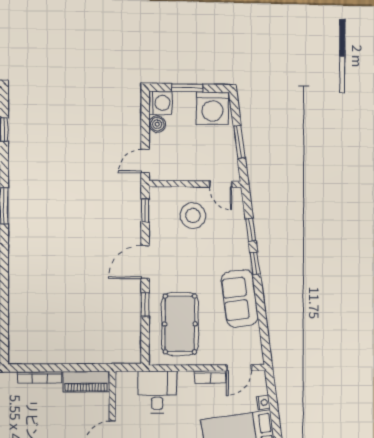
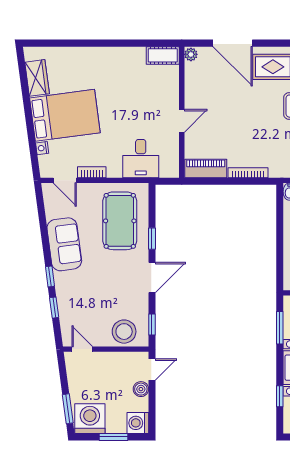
boiler: (157, 124) -> (141, 389), moved
window: (239, 142) -> (68, 409), moved
stool: (193, 216) -> (124, 332), moved
door: (239, 368) -> (65, 180), swing flipped

